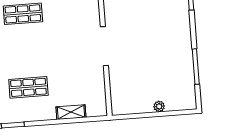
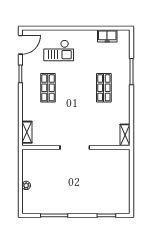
shelving: (71, 112) -> (27, 132), moved

